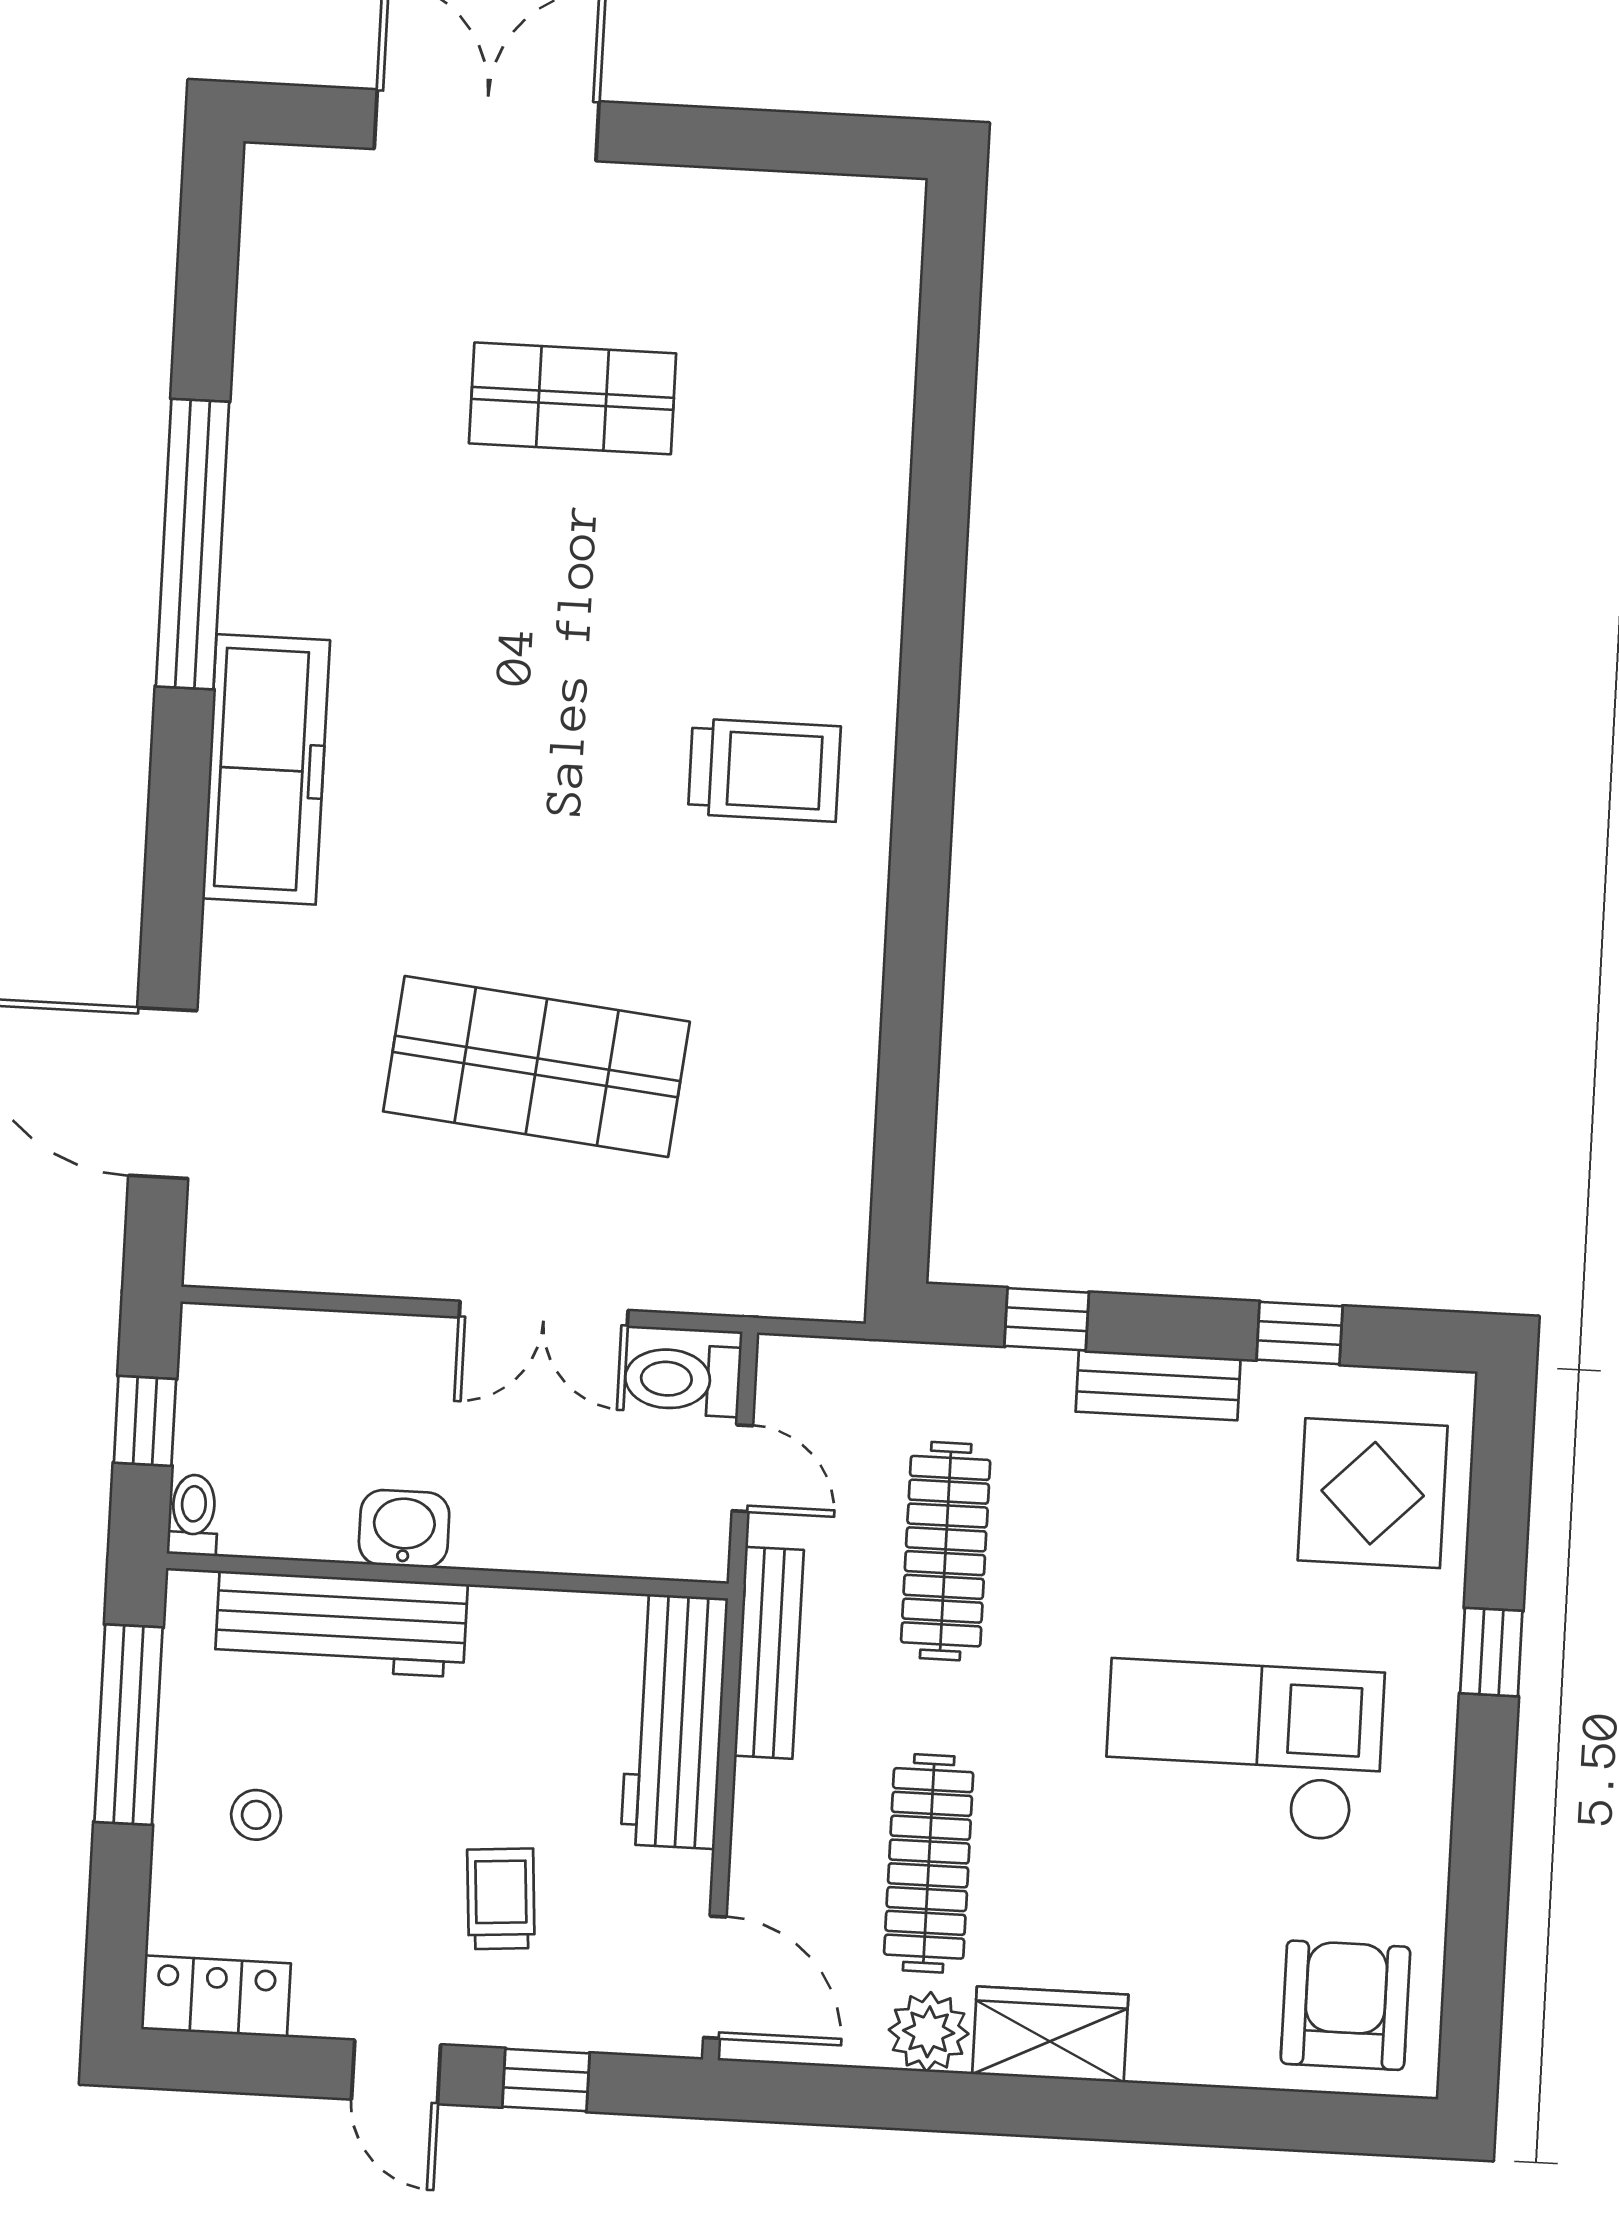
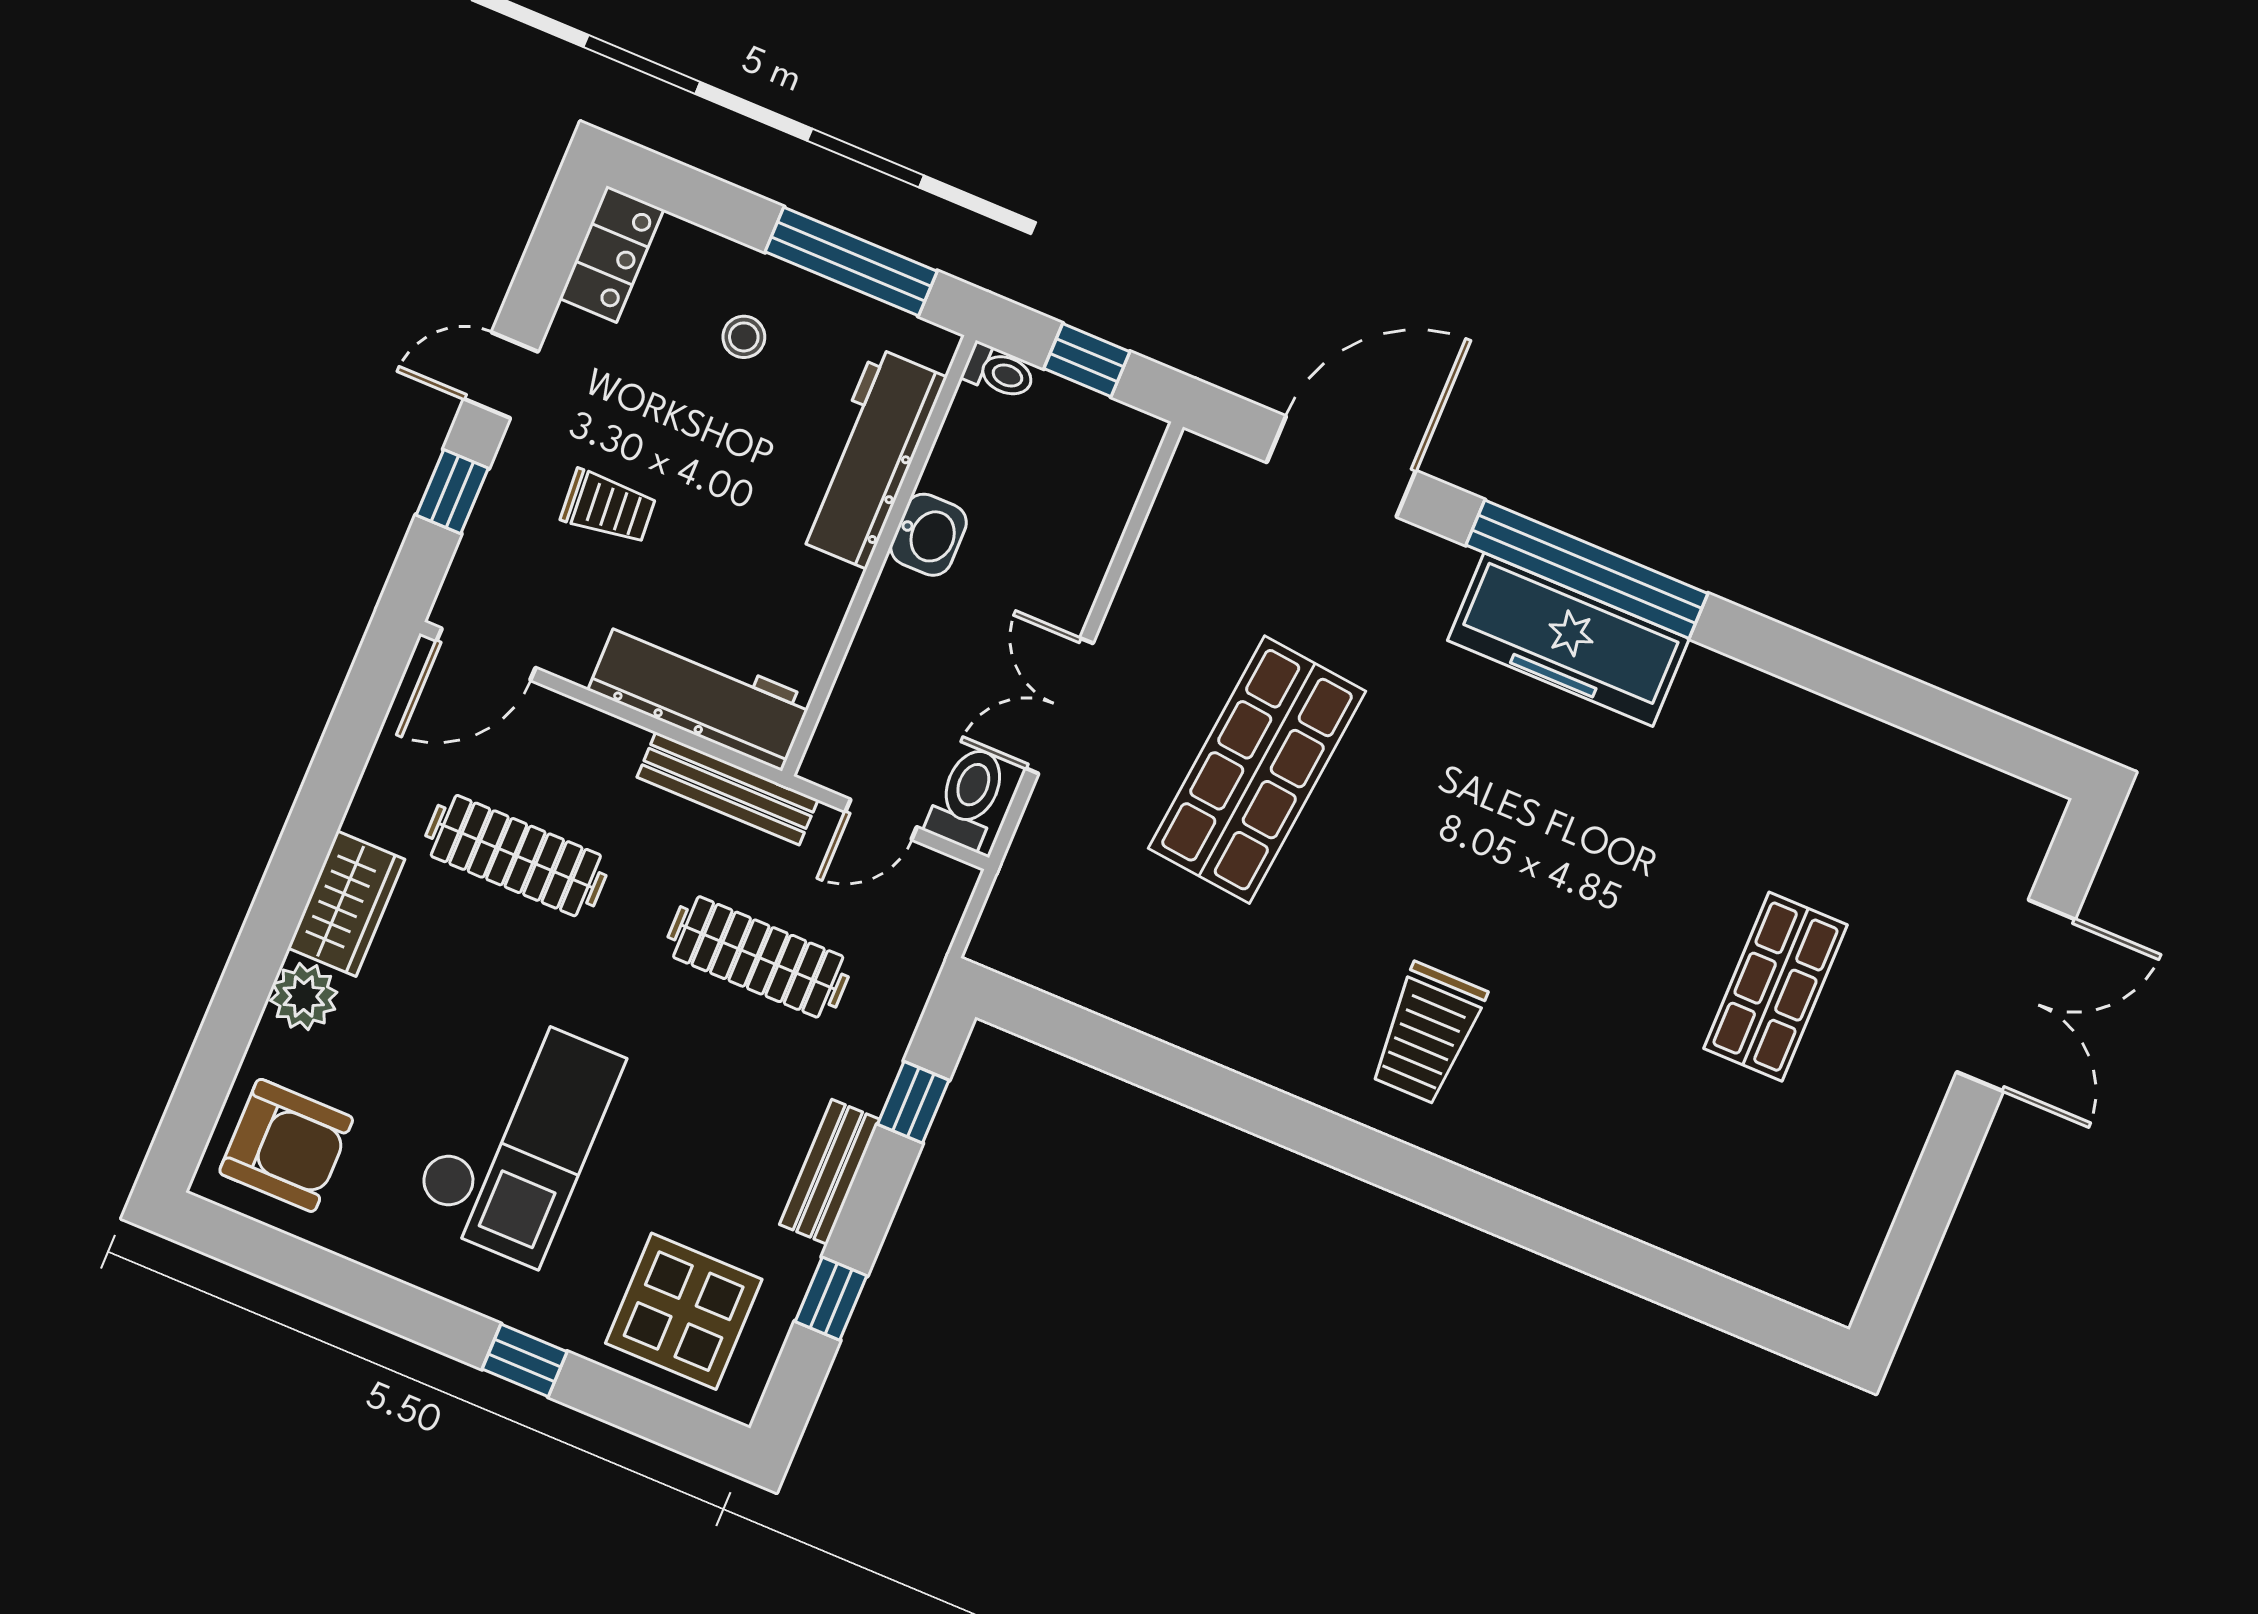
window: (192, 544) -> (1587, 569), moved
plant: (929, 2032) -> (304, 996), moved

